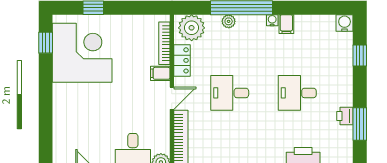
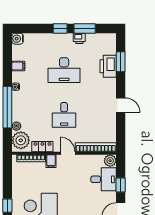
plant: (229, 21) -> (16, 126), moved
filing cabinet: (286, 24) -> (18, 66), moved
window: (360, 55) -> (60, 28), moved
desk: (297, 93) -> (64, 70), width x1.37

